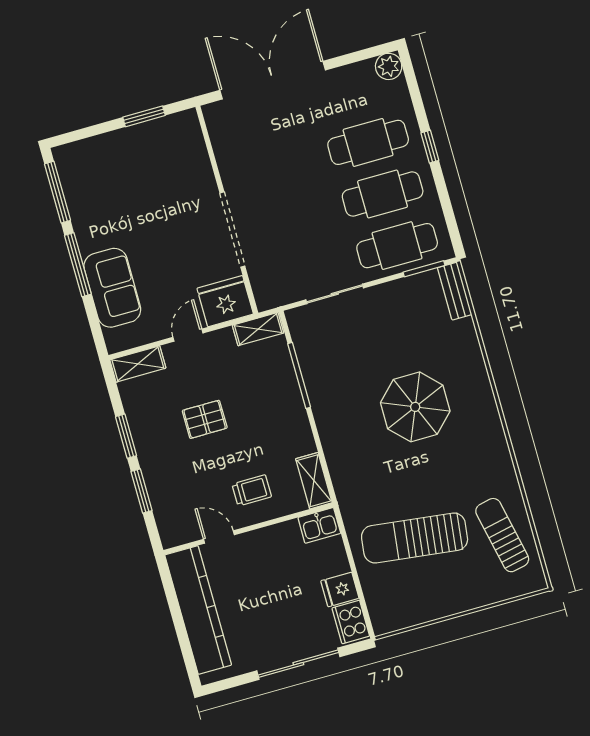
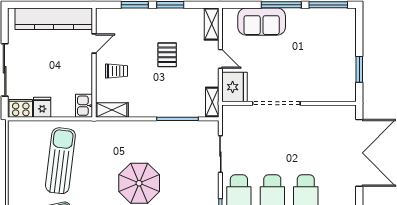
trolley: (252, 490) -> (116, 71), turned -90

